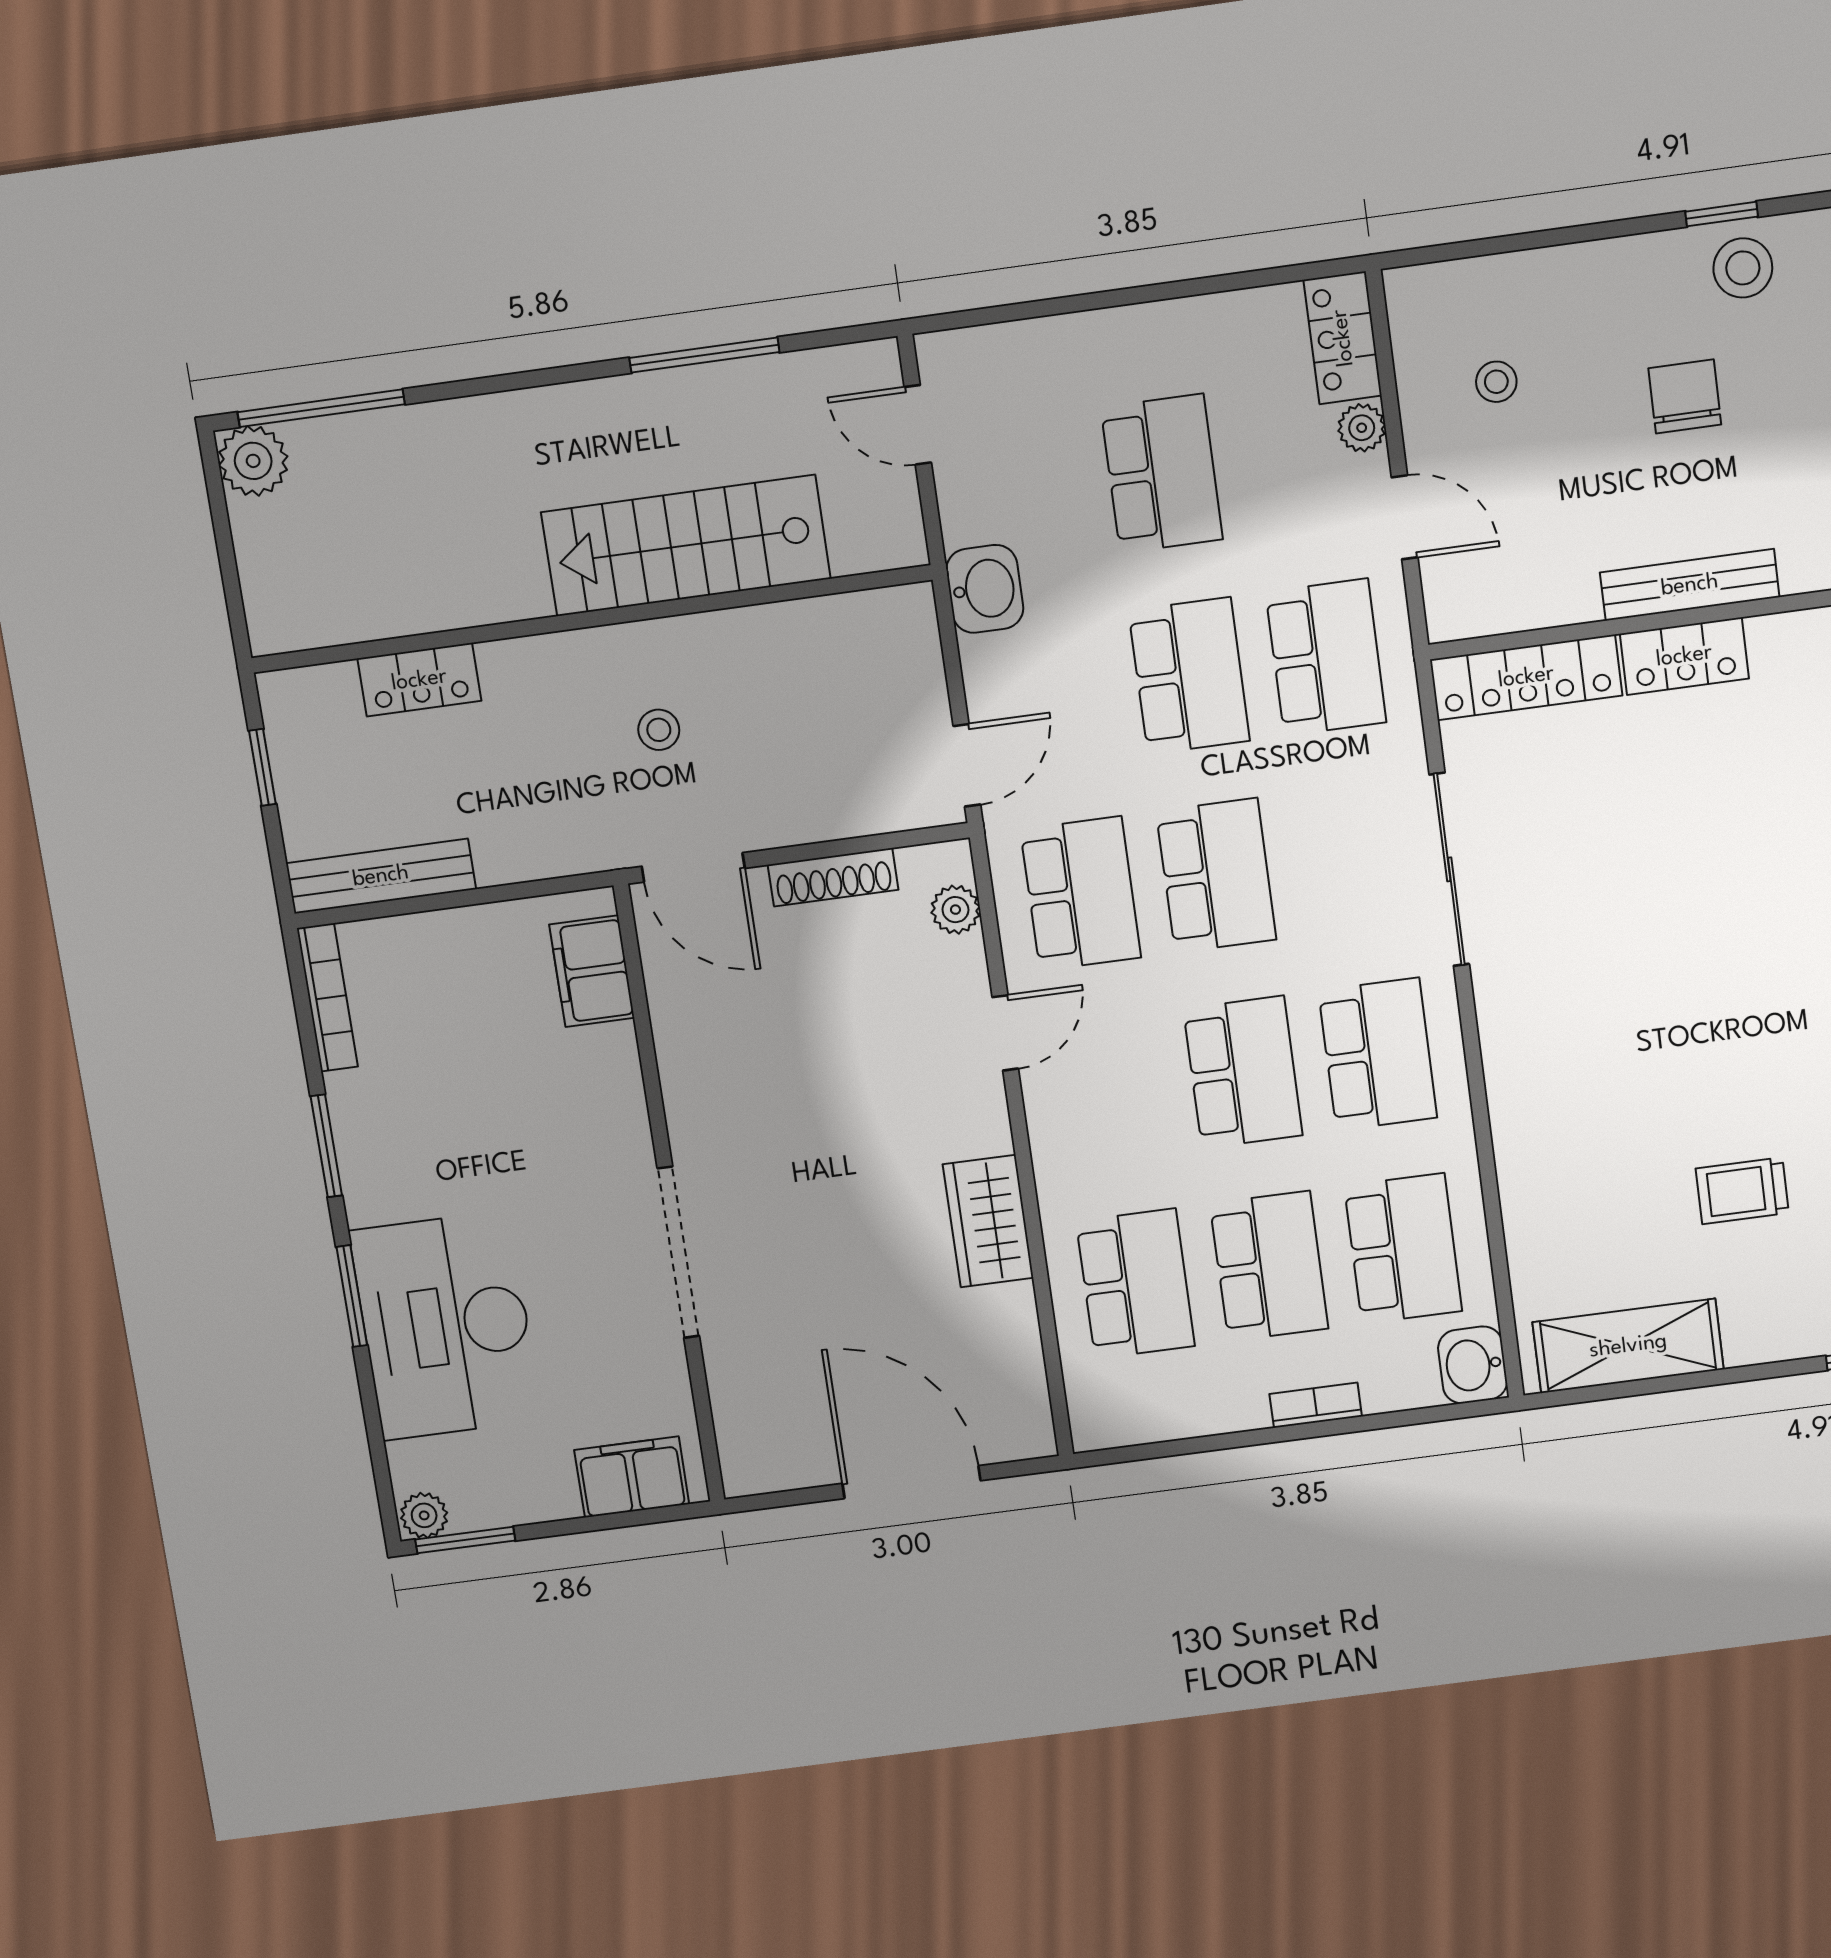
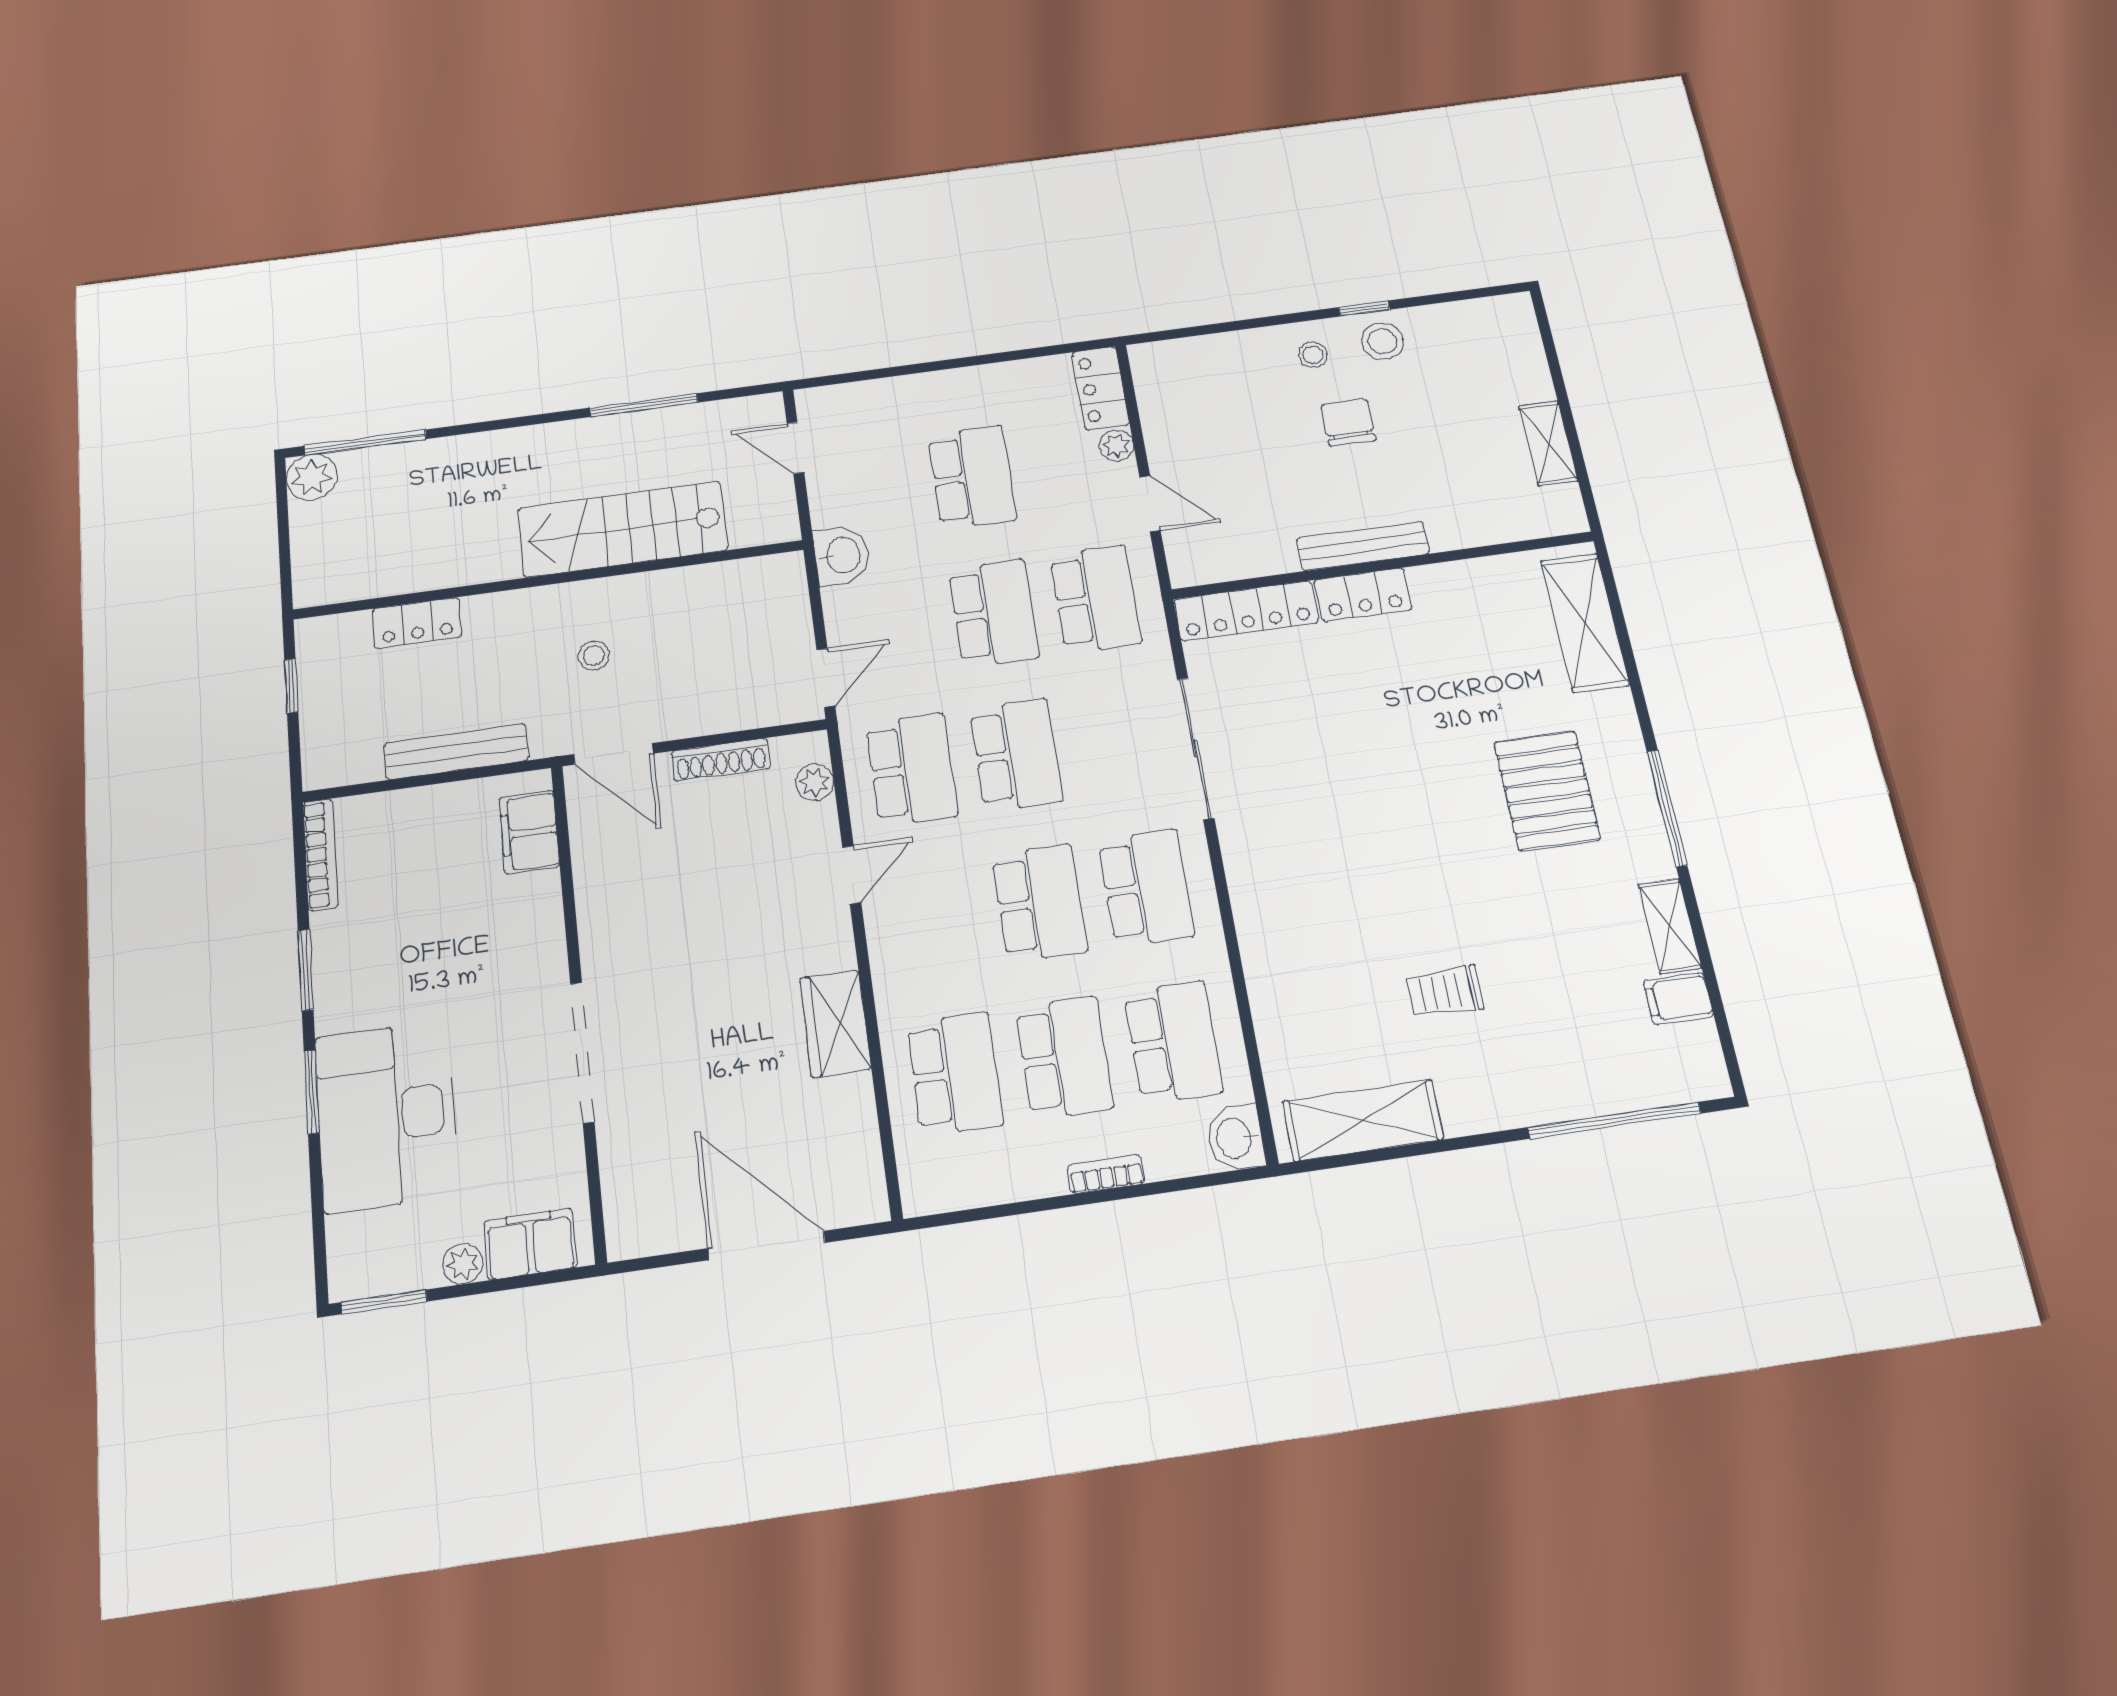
stool: (1496, 382) -> (1313, 355), moved
bench: (381, 876) -> (456, 752), moved
plant: (424, 1515) -> (463, 1264), moved

